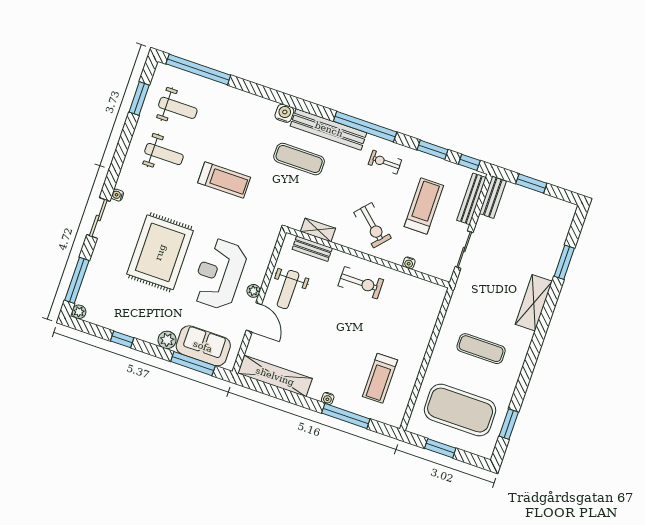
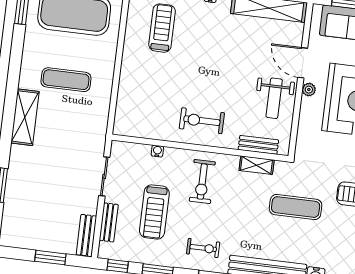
exercise mat: (299, 159) -> (296, 207), moved
bench: (471, 199) -> (109, 222), width x0.73
exercise bike: (373, 225) -> (202, 182), turned -132
weight bench: (288, 290) -> (274, 98), turned 180
shelving: (534, 303) -> (25, 117), moved

